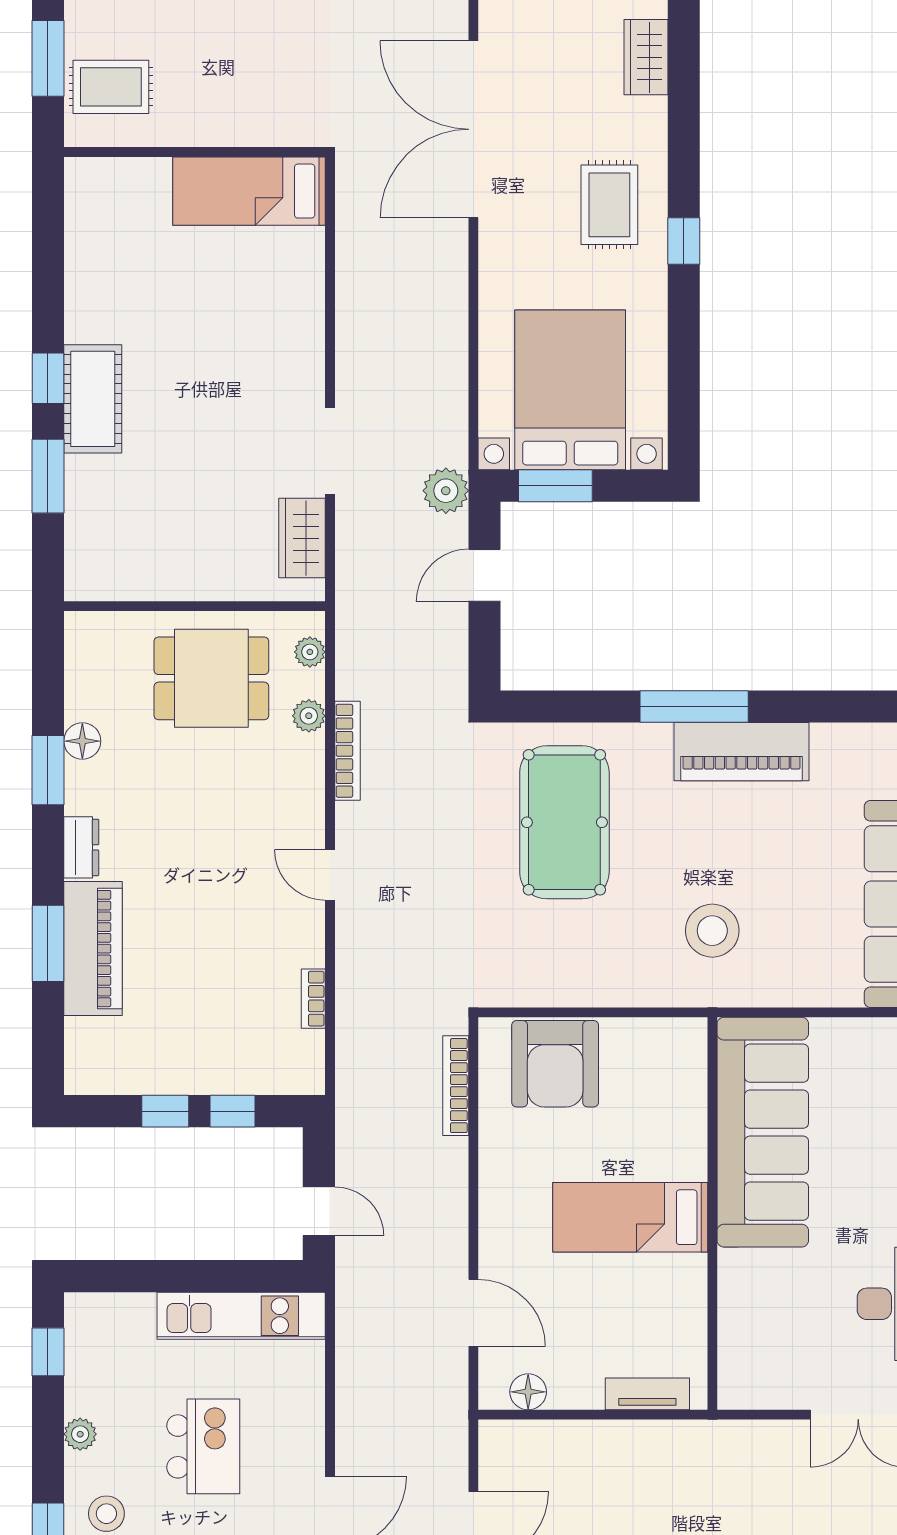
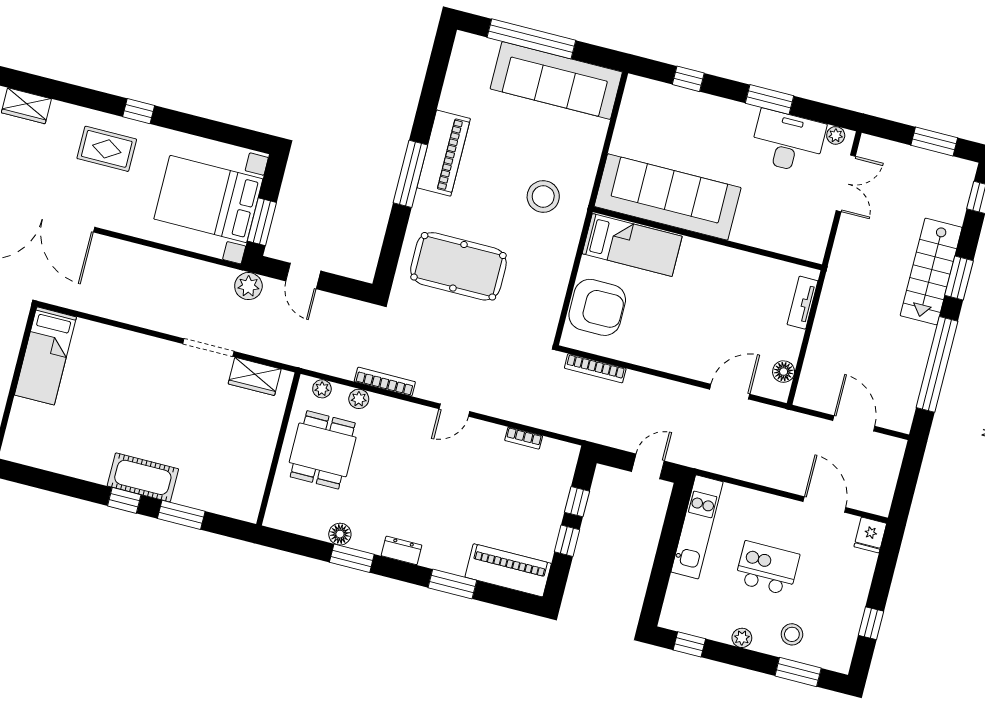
piano: (93, 949) -> (508, 570), moved
bed: (630, 1217) -> (632, 245), moved, turned -90

